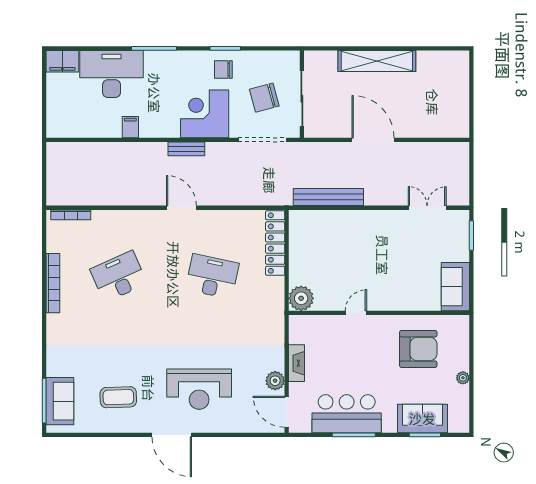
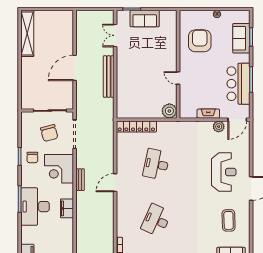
shelving: (377, 61) -> (27, 33), moved
desk: (112, 74) -> (35, 207), moved
filing cabinet: (130, 127) -> (67, 208), width x2.00
bench: (328, 197) -> (109, 77), moved
desk: (119, 276) -> (156, 220), turned 48
sofa: (455, 287) -> (145, 19), moved

